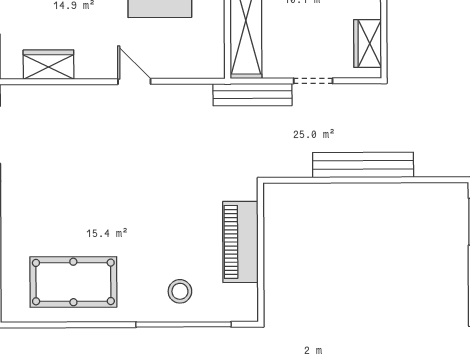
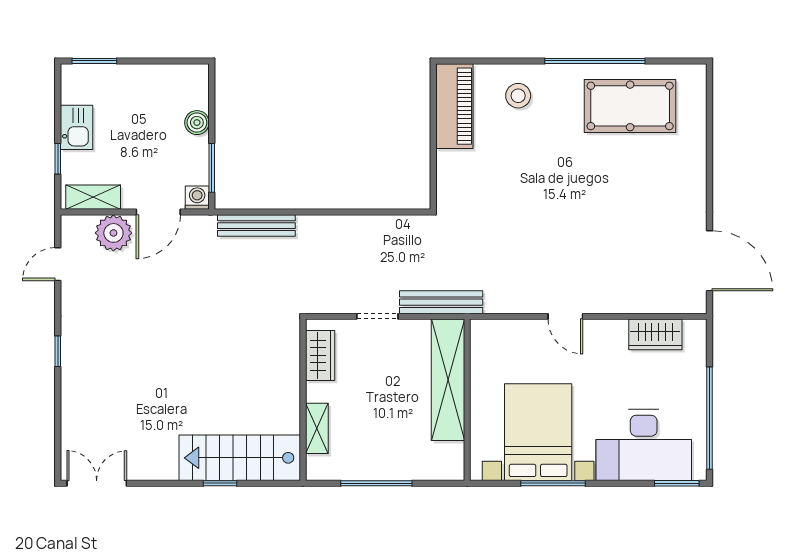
bench: (363, 165) -> (256, 226), moved, width x0.73, depth x0.82
piano: (240, 242) -> (454, 106), moved
window: (183, 324) -> (595, 61), moved

